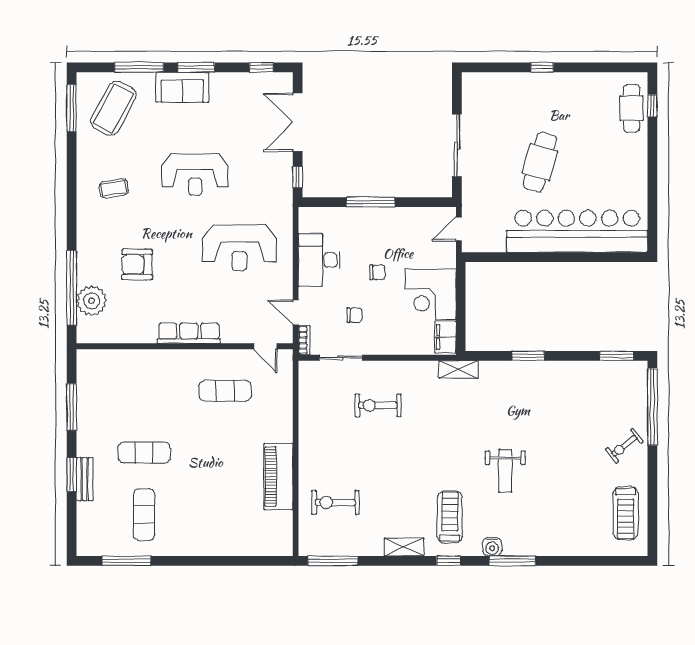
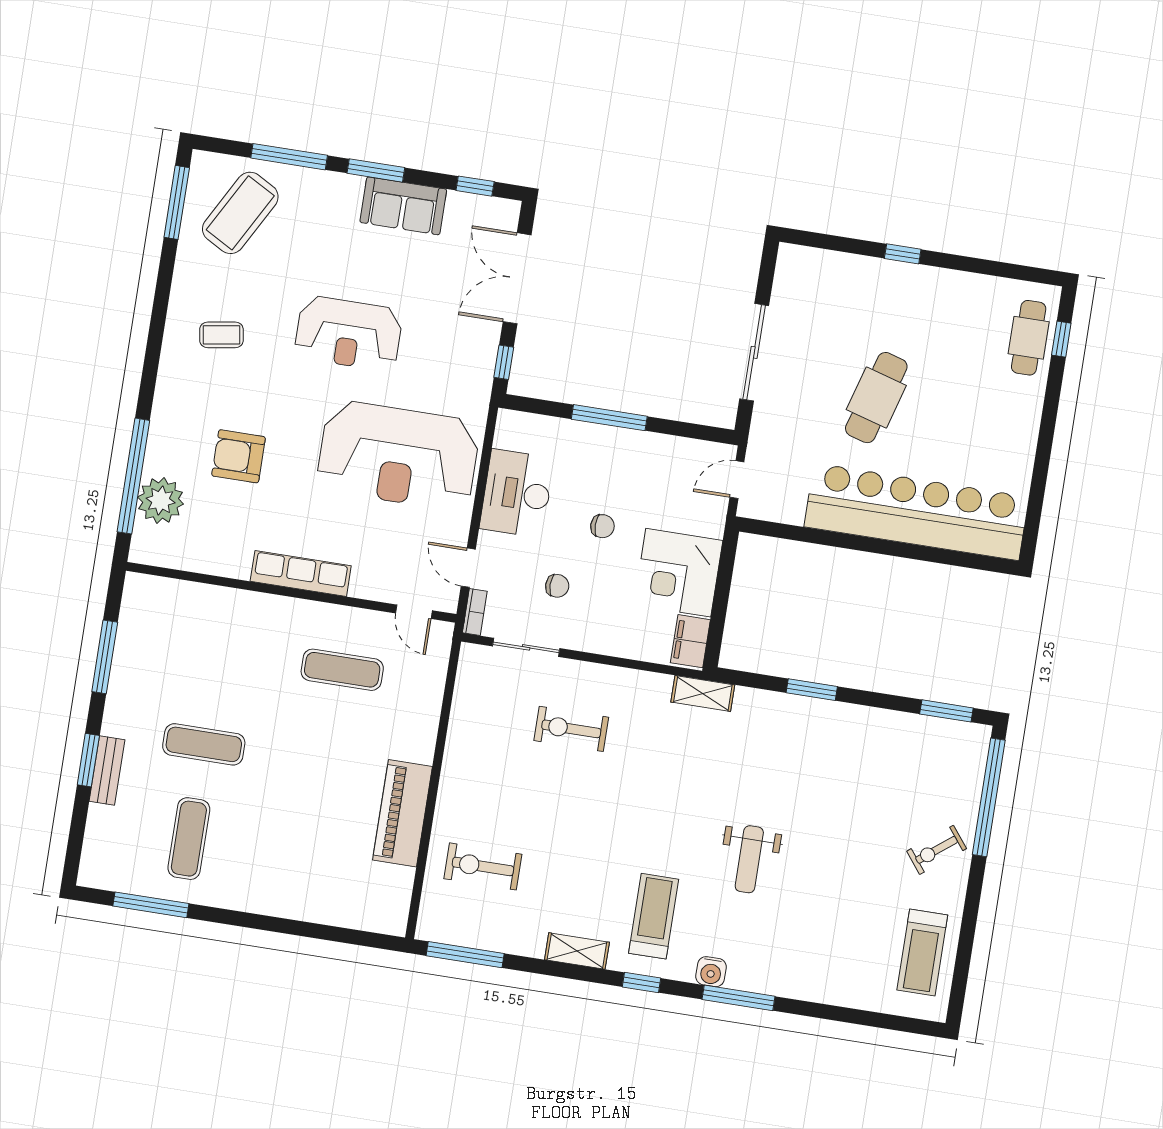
sofa: (182, 87) -> (403, 206), moved
reception desk: (239, 248) -> (398, 455), width x1.36, depth x1.30

